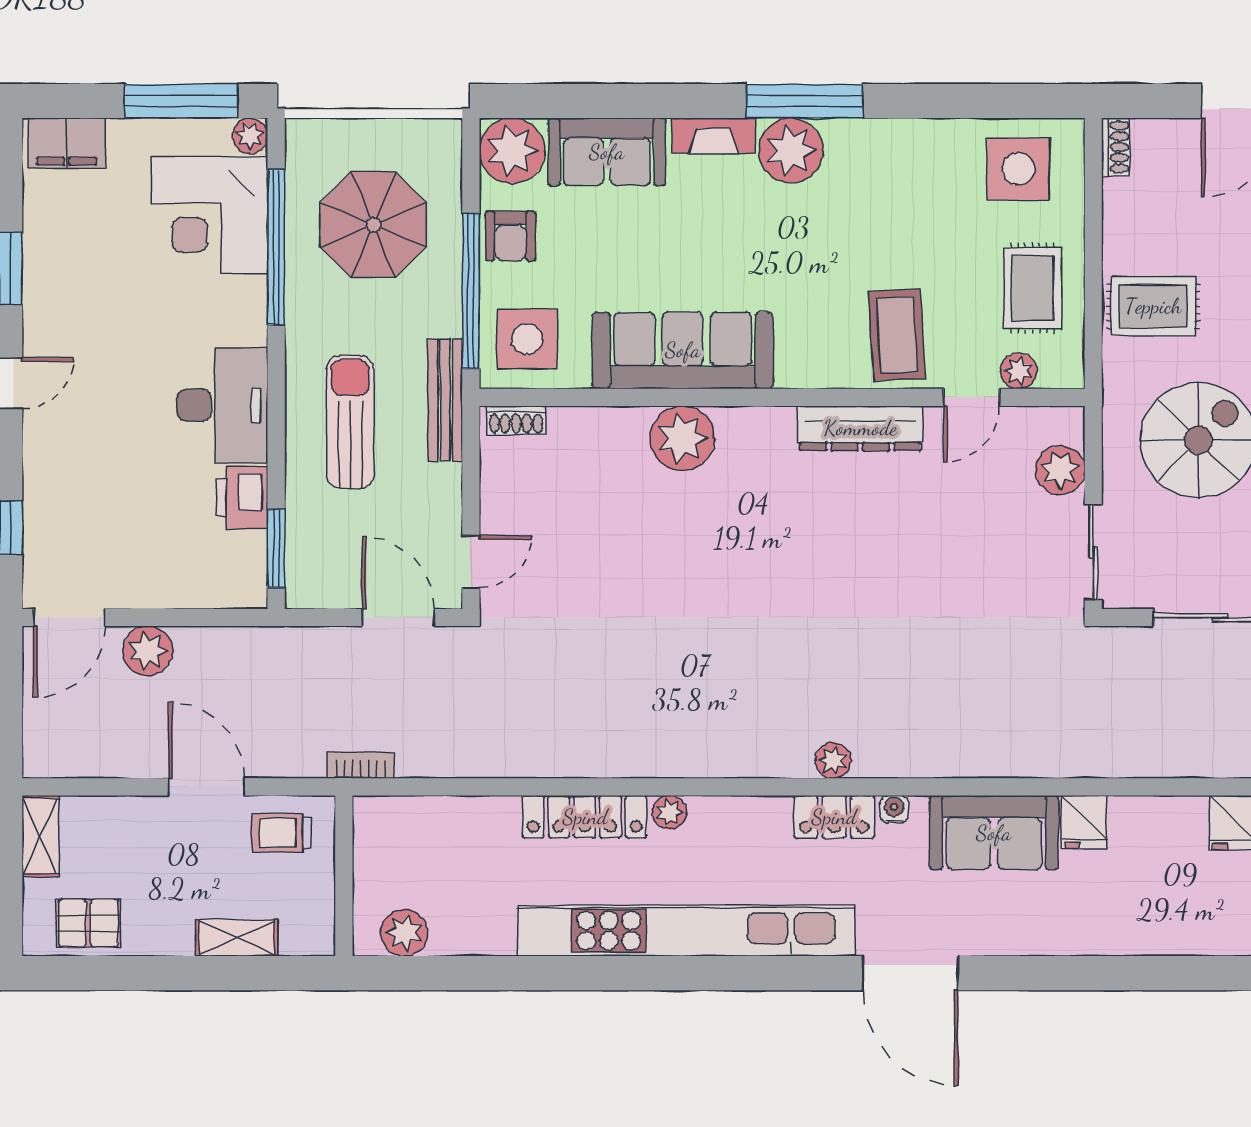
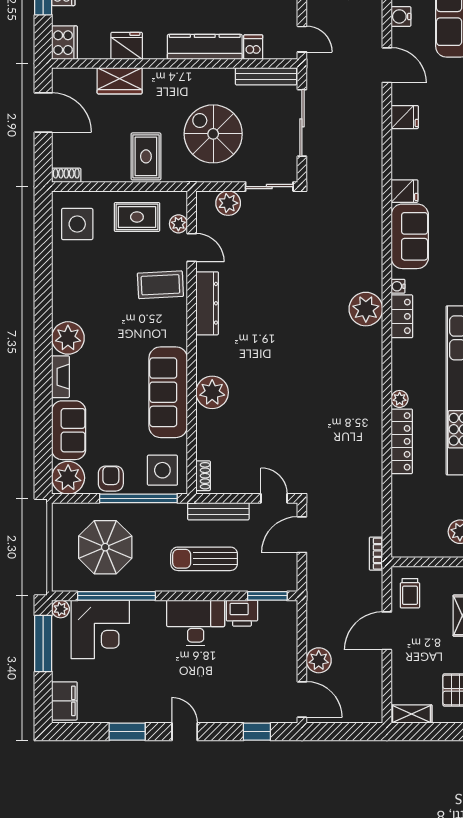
window: (805, 101) -> (43, 331), removed
armchair: (510, 236) -> (111, 479), turned -90
bench: (445, 400) -> (218, 511), moved
plant: (833, 761) -> (366, 309), width x1.88, depth x1.88

